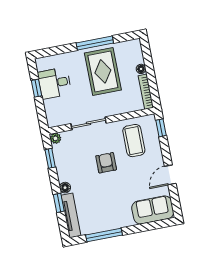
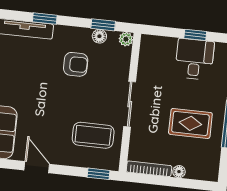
rug: (103, 71) -> (190, 123), width x0.73, depth x0.70
sliding door: (89, 123) -> (130, 104), moved
armchair: (106, 163) -> (76, 64), moved
floor lamp: (65, 188) -> (99, 36), moved

